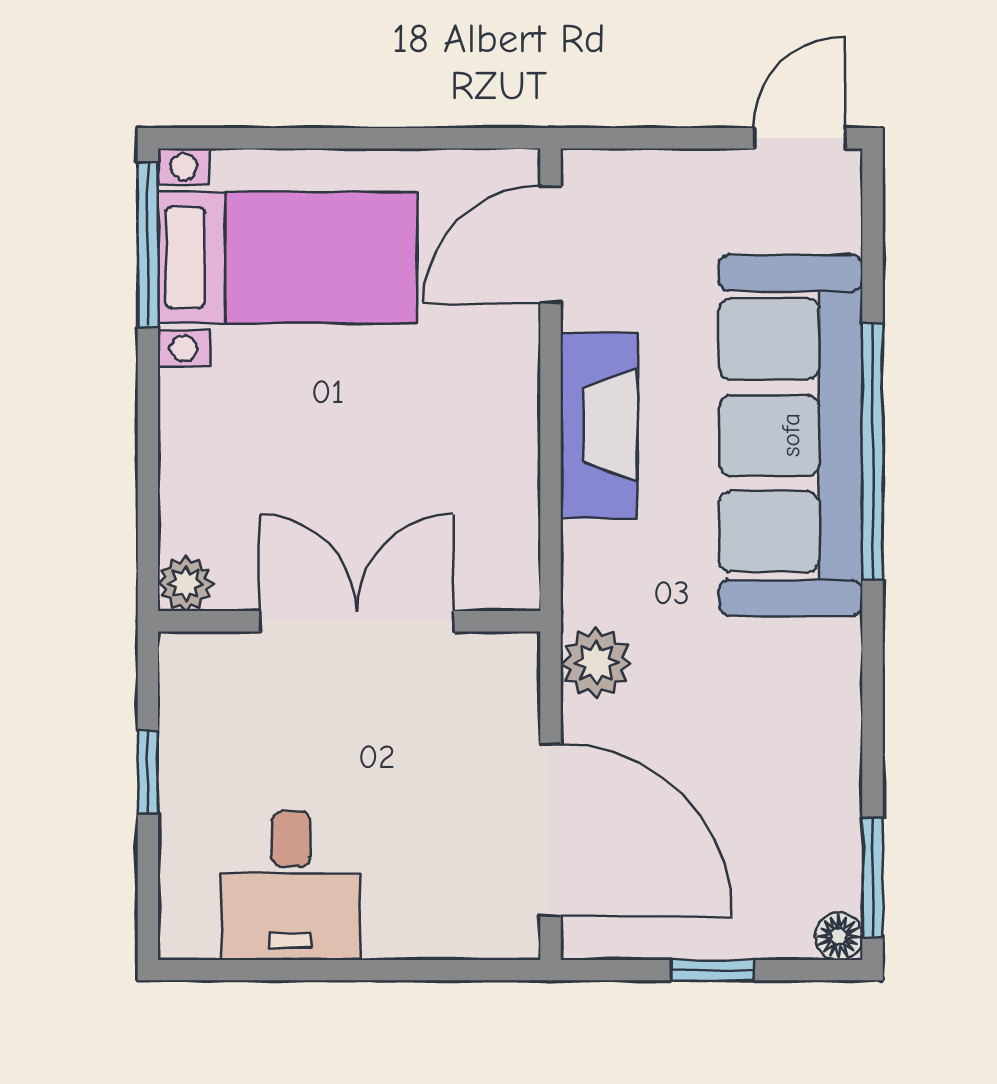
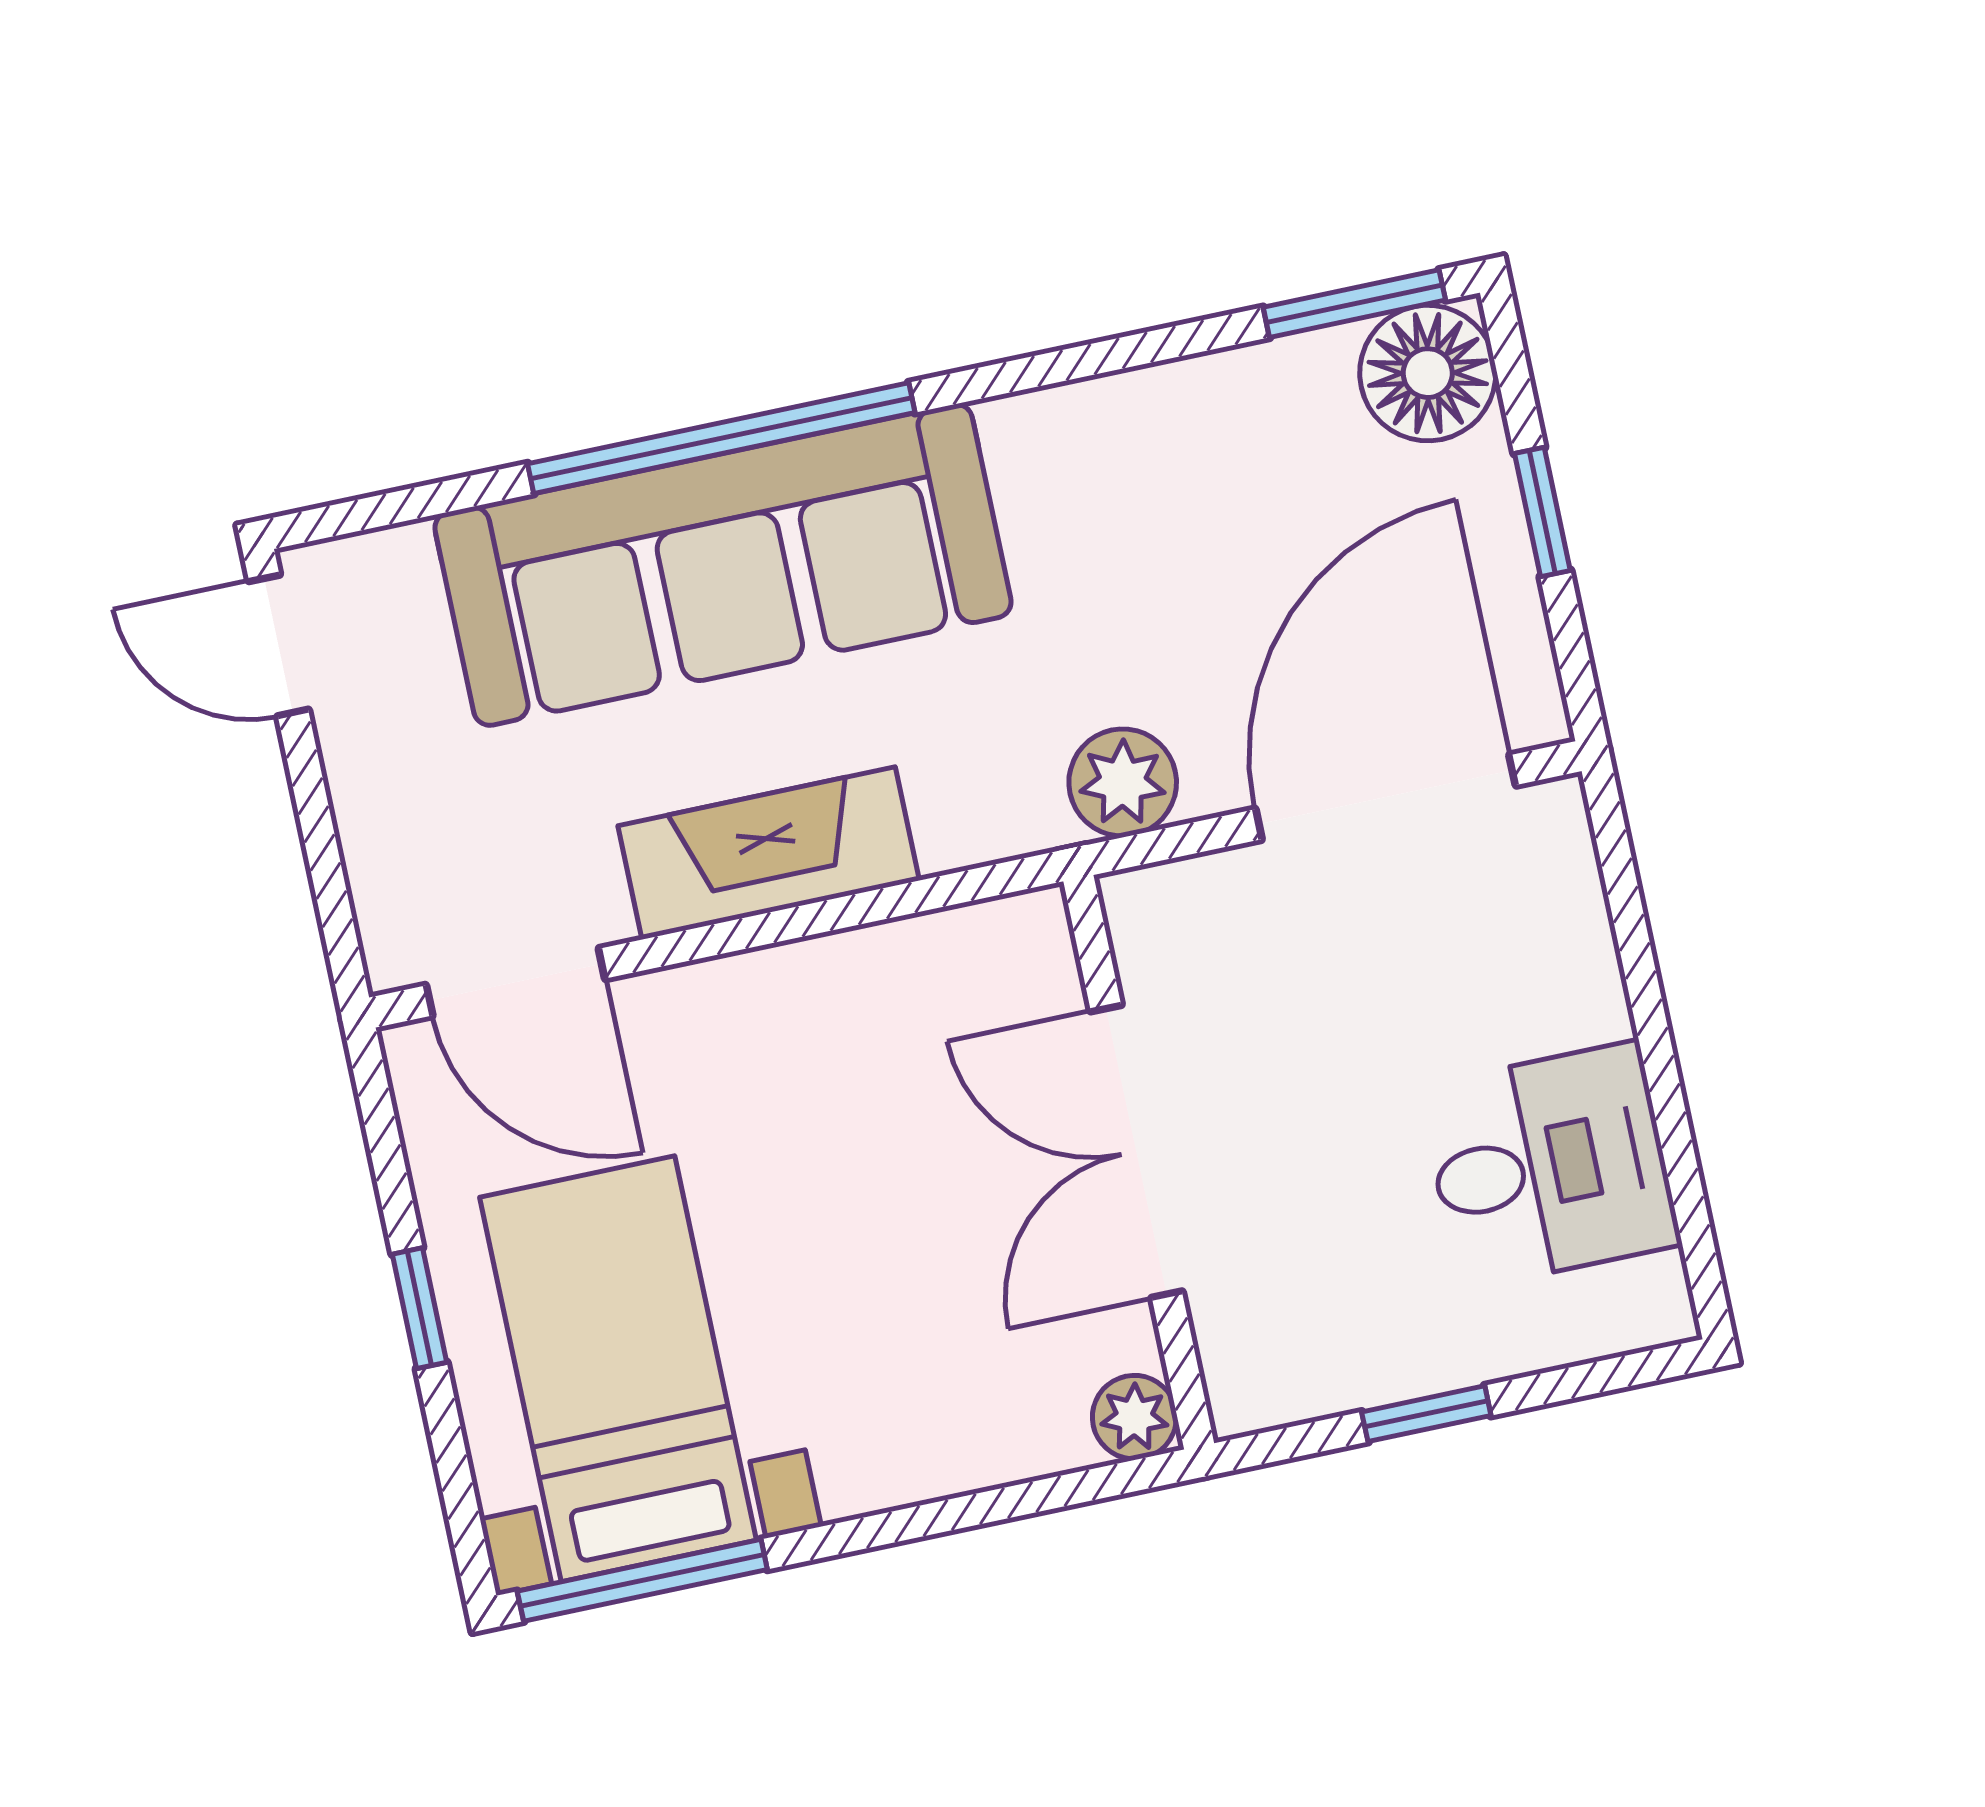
window: (354, 138) -> (420, 1308), added
floor lamp: (839, 936) -> (1428, 373), width x1.89, depth x1.89

